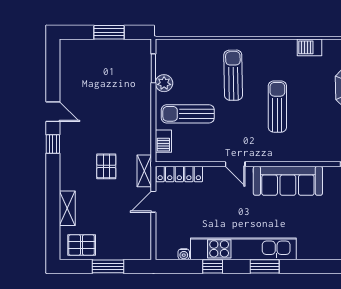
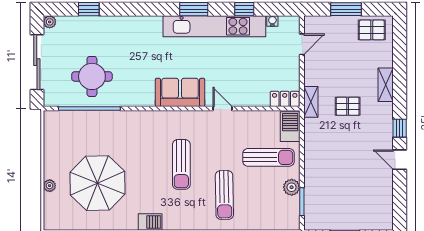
barbecue: (163, 141) -> (290, 127), width x1.38, depth x1.27
pallet: (106, 166) -> (348, 106), turned 90
locker: (179, 174) -> (285, 99), width x0.66
sofa: (288, 181) -> (180, 92), width x0.73
door: (153, 202) -> (302, 44), moved
shelving: (67, 208) -> (386, 85), moved

